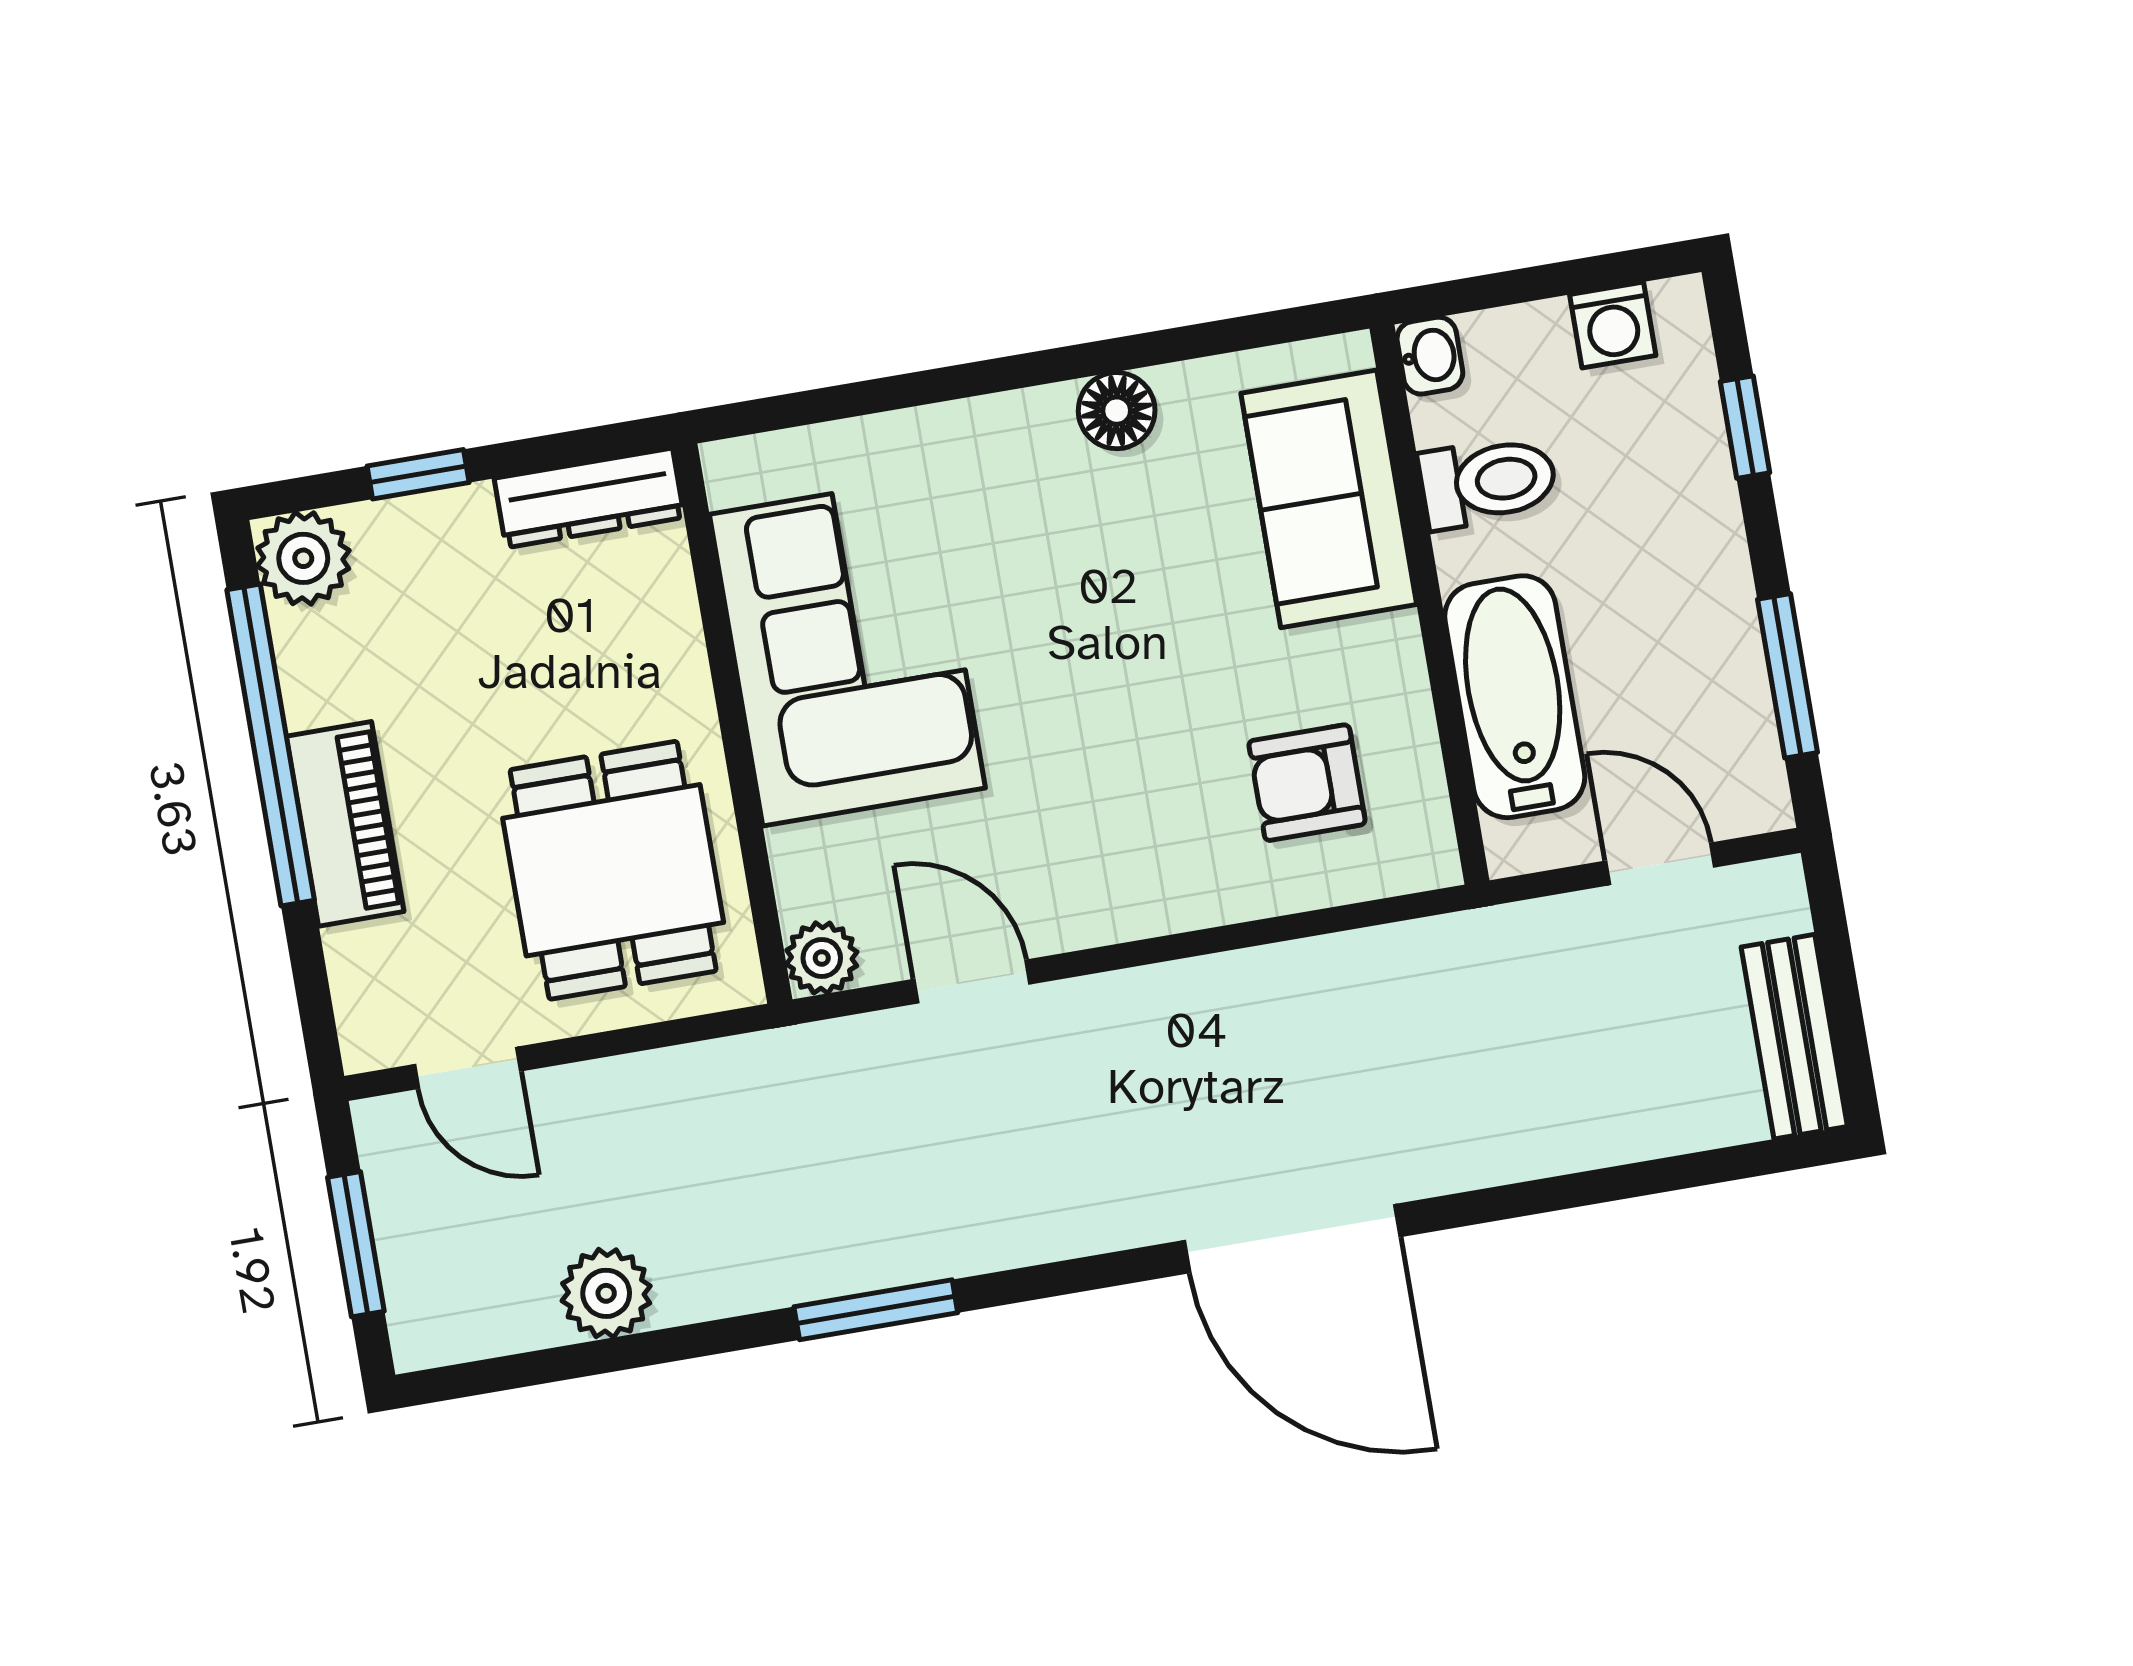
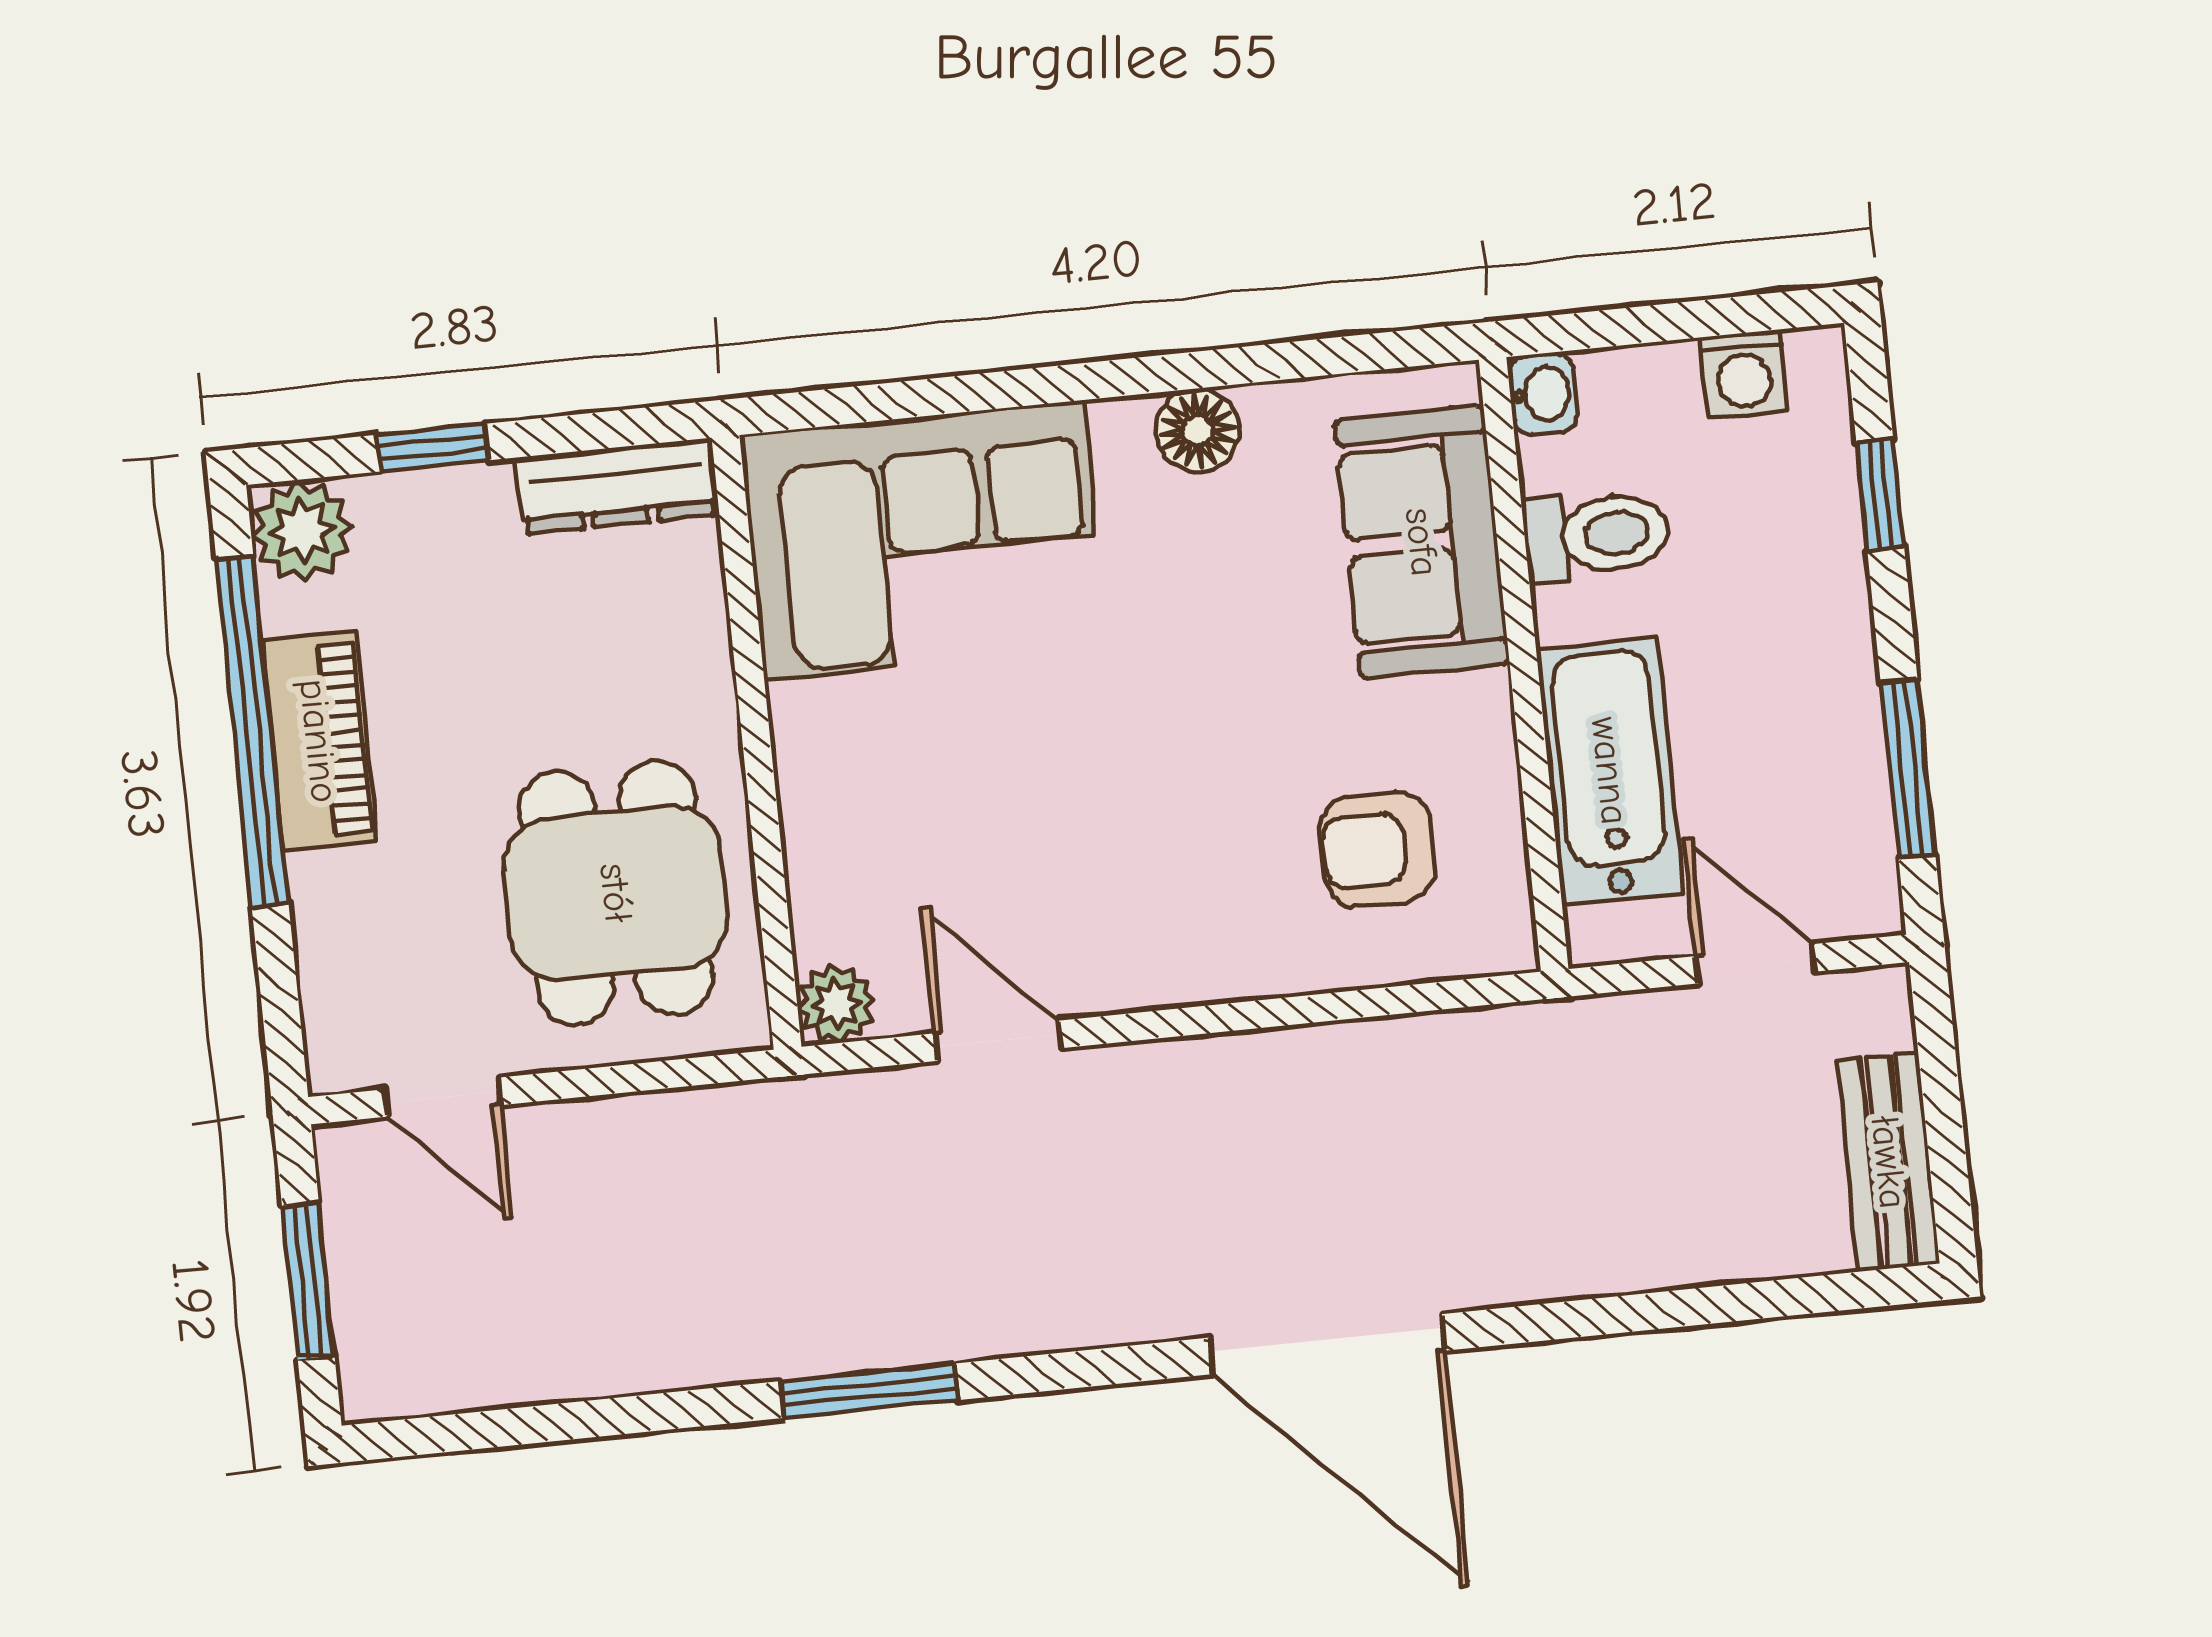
corner sofa: (847, 651) -> (923, 540), moved, turned 90
piano: (345, 824) -> (319, 741), moved
plant: (606, 1293) -> (577, 1353), removed

